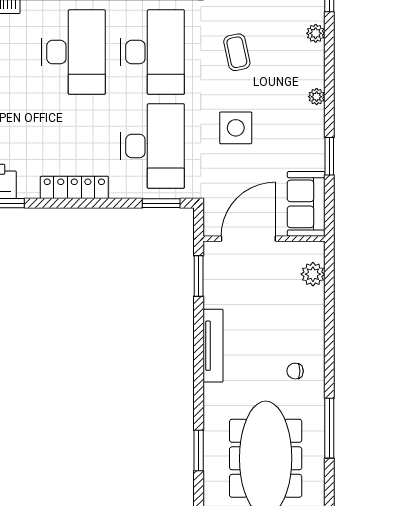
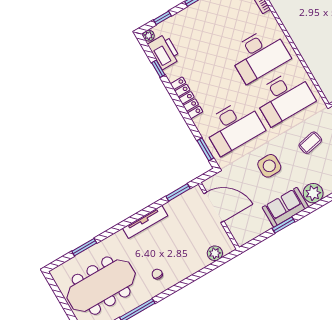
plant: (317, 97) -> (313, 193), width x1.88, depth x1.88
sofa: (306, 204) -> (285, 207), moved

